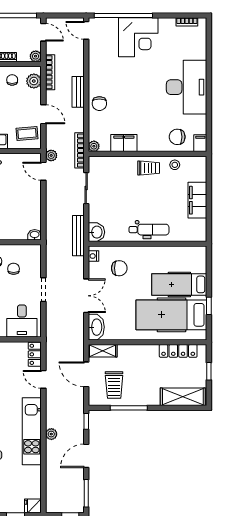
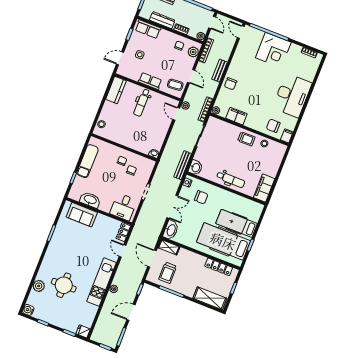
filing cabinet: (197, 200) -> (264, 188), moved

